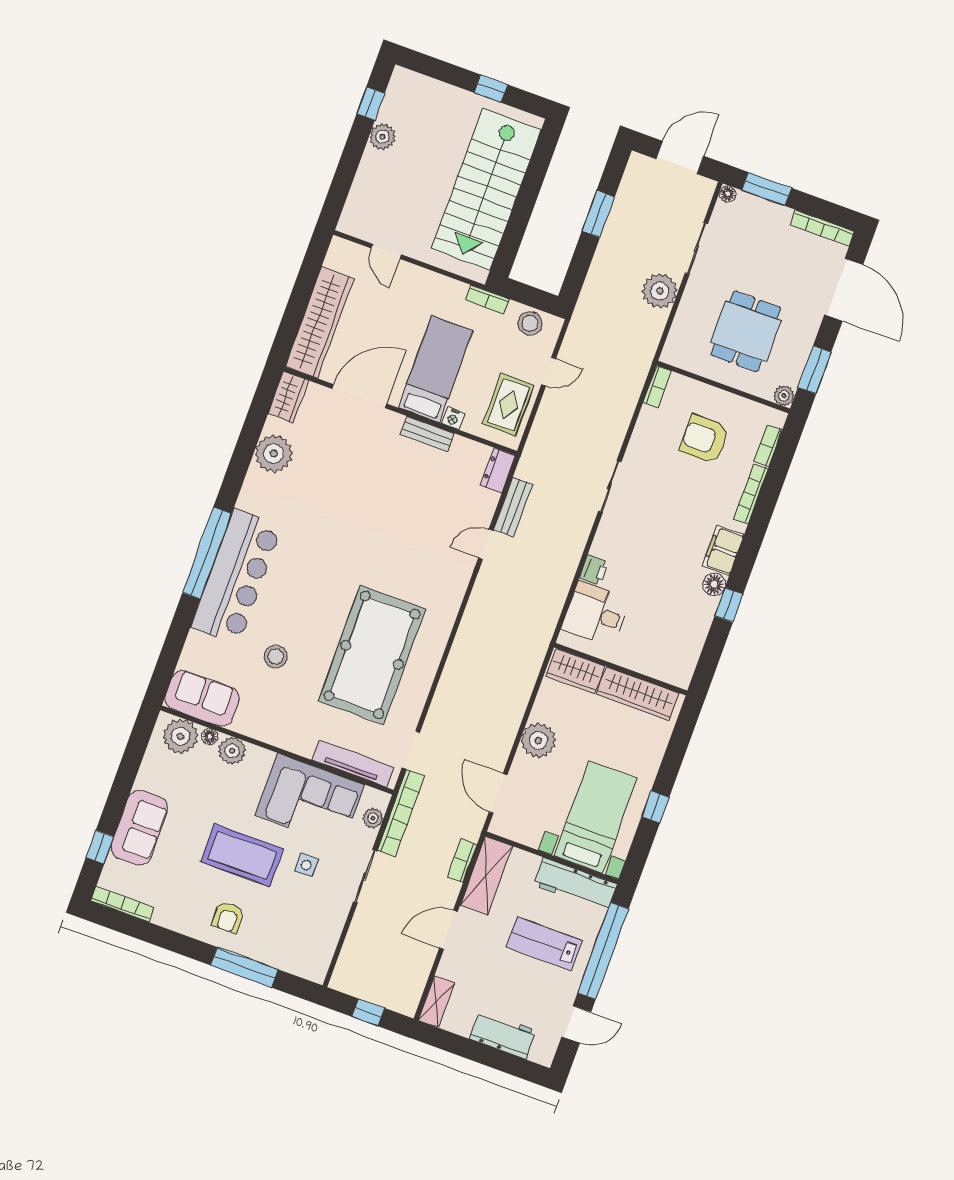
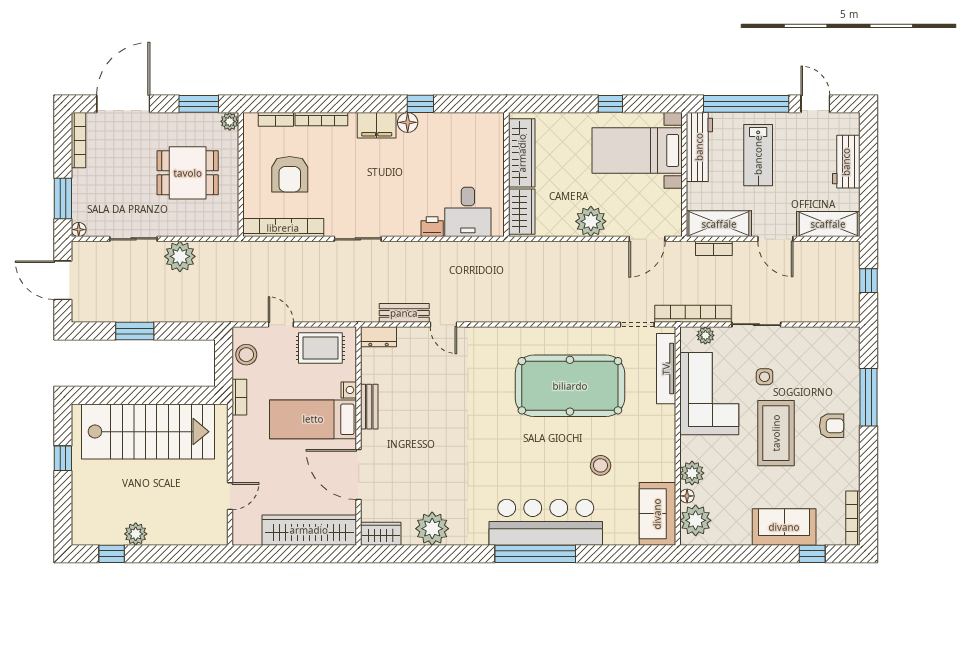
bookcase: (657, 387) -> (283, 228), width x2.31, depth x1.31
shelving: (436, 1002) -> (828, 224), width x1.50, depth x1.33

